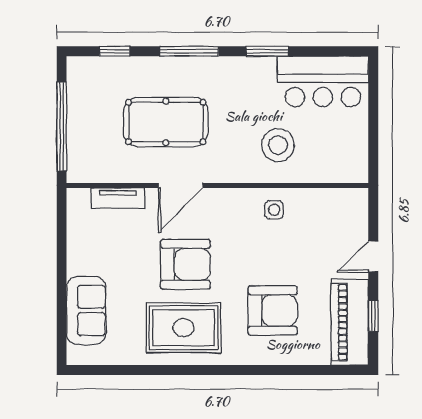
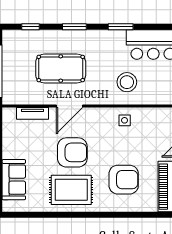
window: (189, 51) -> (74, 27), width x0.69

